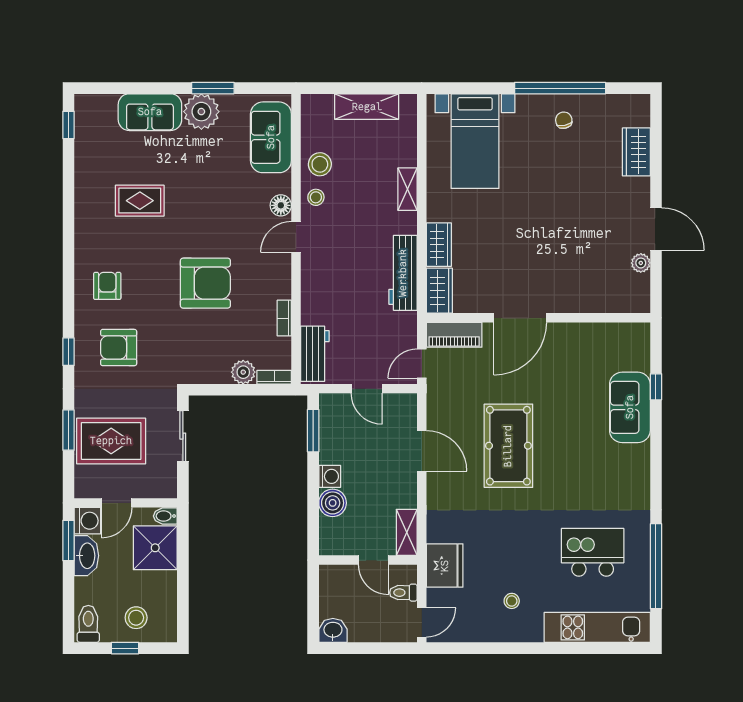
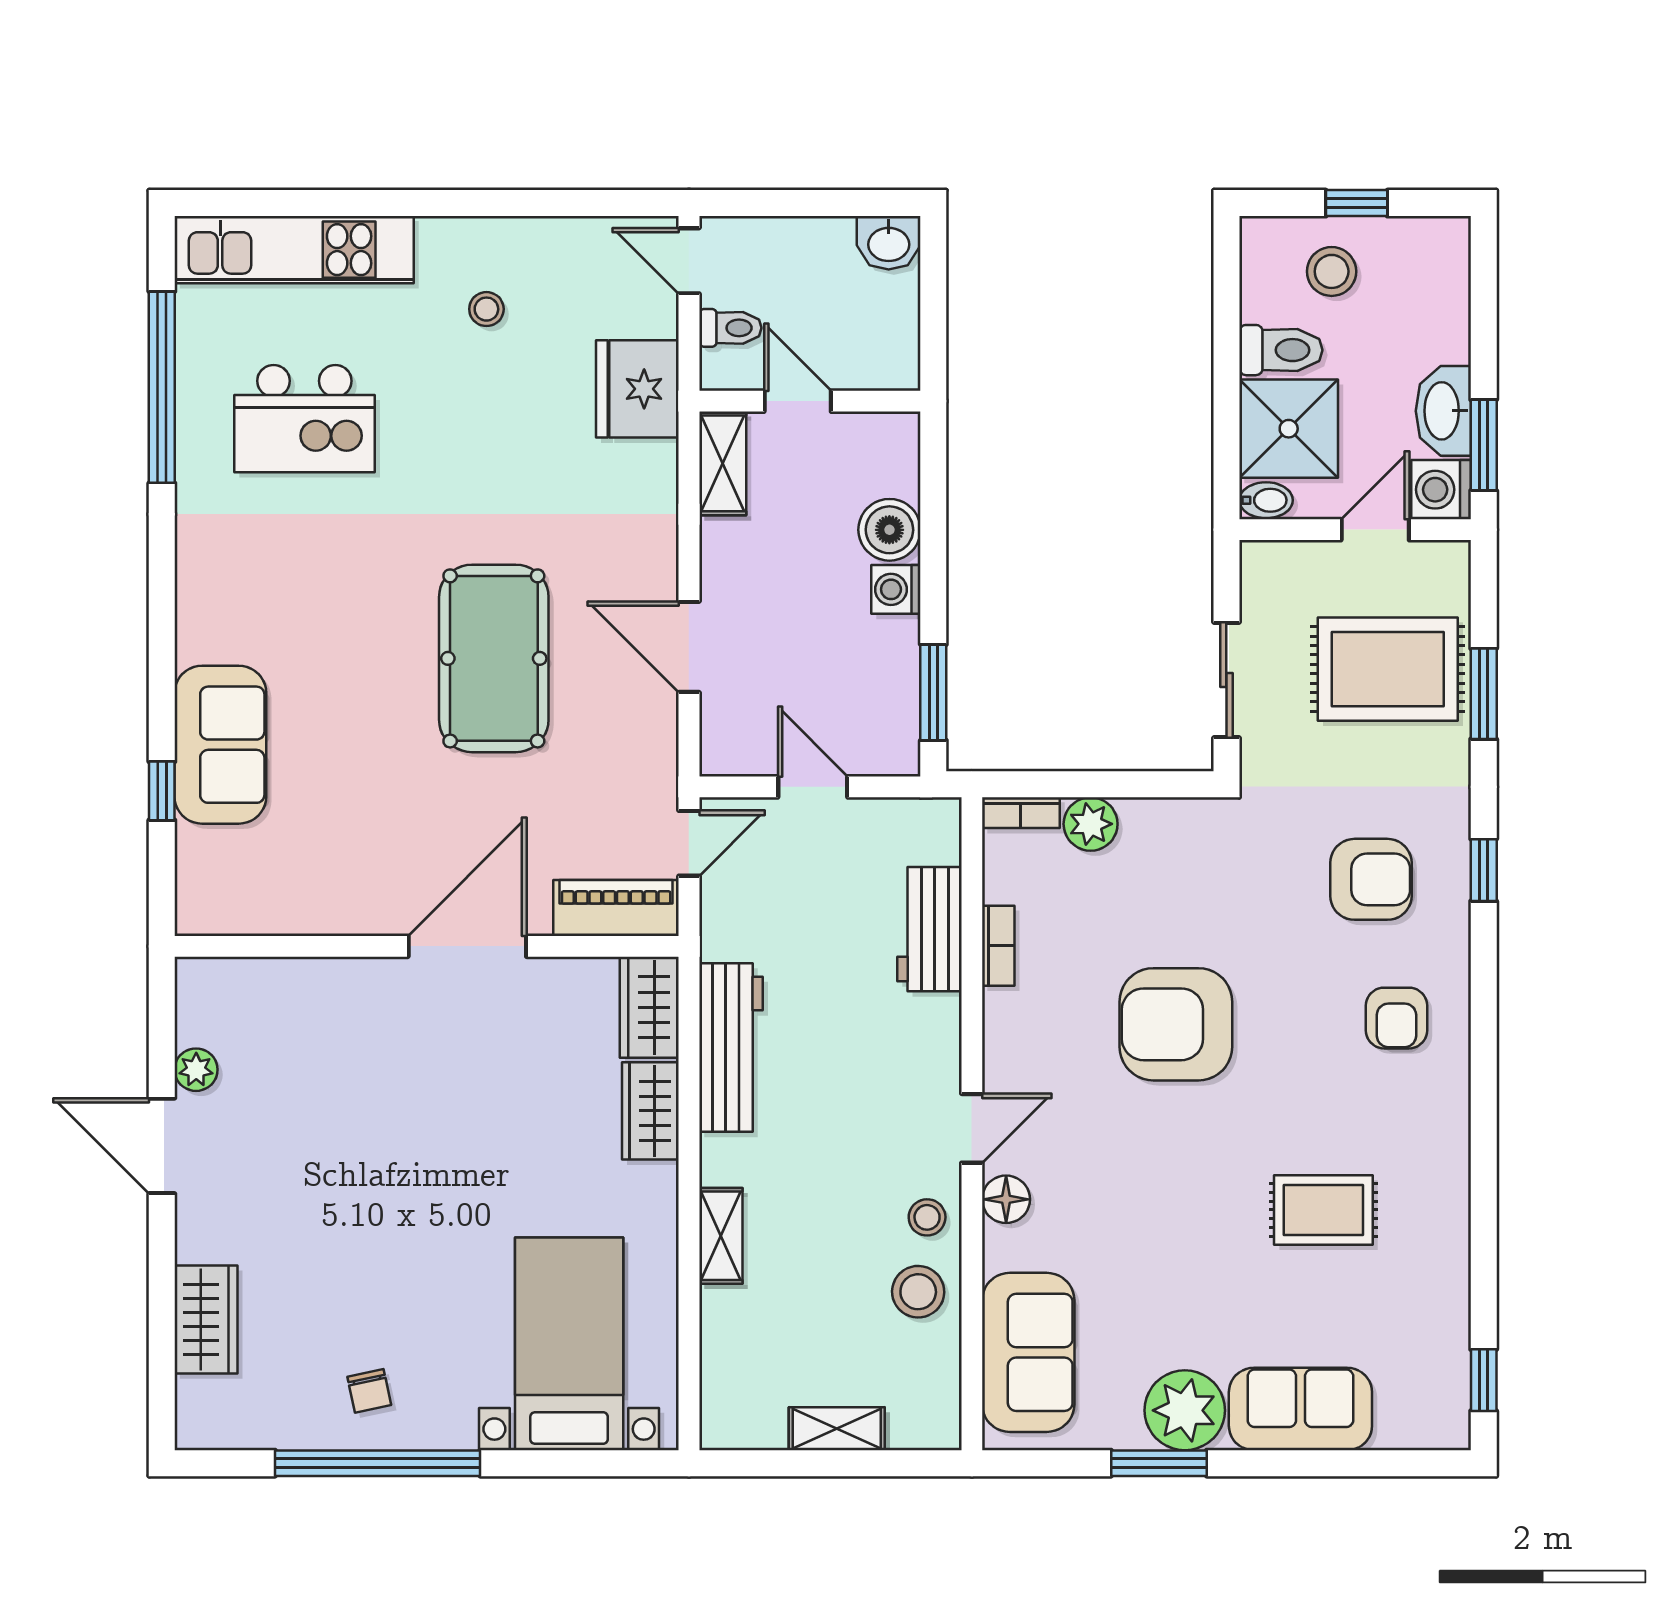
shelving: (367, 107) -> (837, 1429), width x0.67, depth x0.75
workbench: (315, 354) -> (929, 929), moved
door: (422, 622) -> (689, 261), hinge flipped
toilet: (88, 624) -> (1281, 350), moved, turned -90

